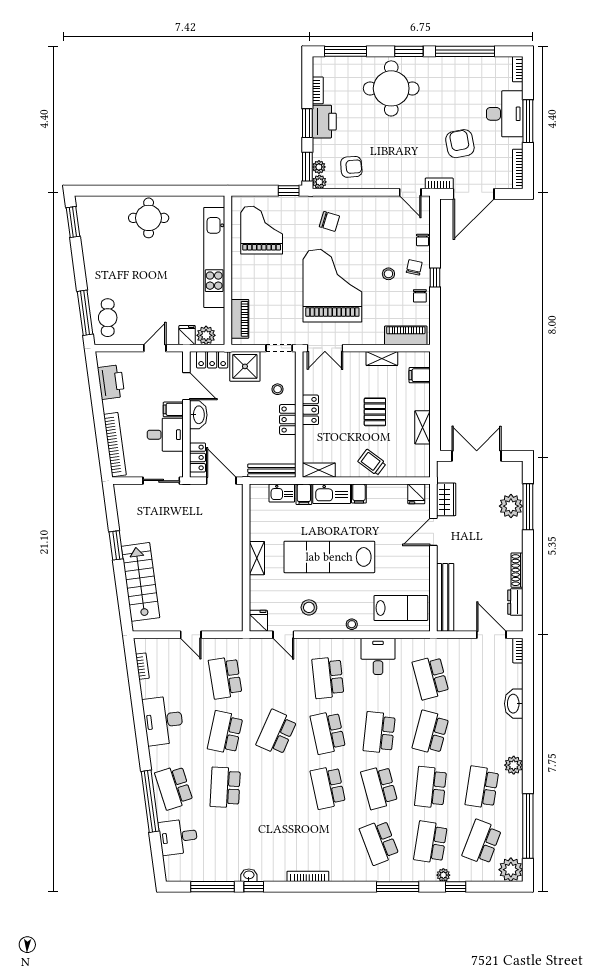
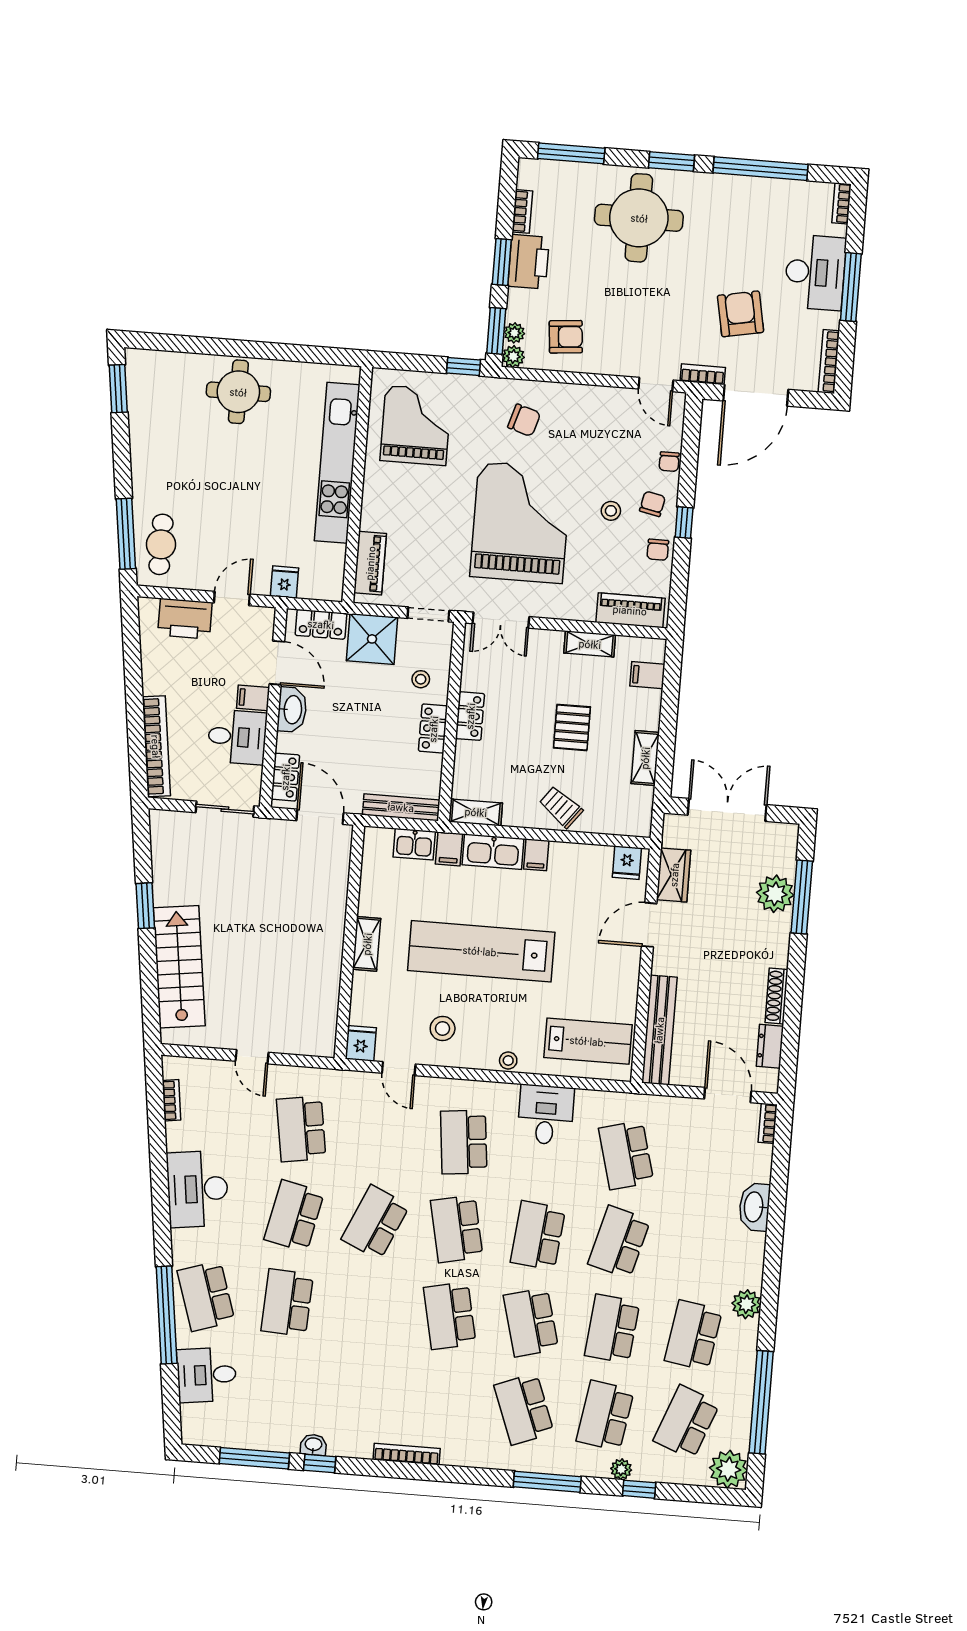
plant: (206, 335) -> (314, 585), removed
printer: (111, 382) -> (185, 619), moved, turned 98

